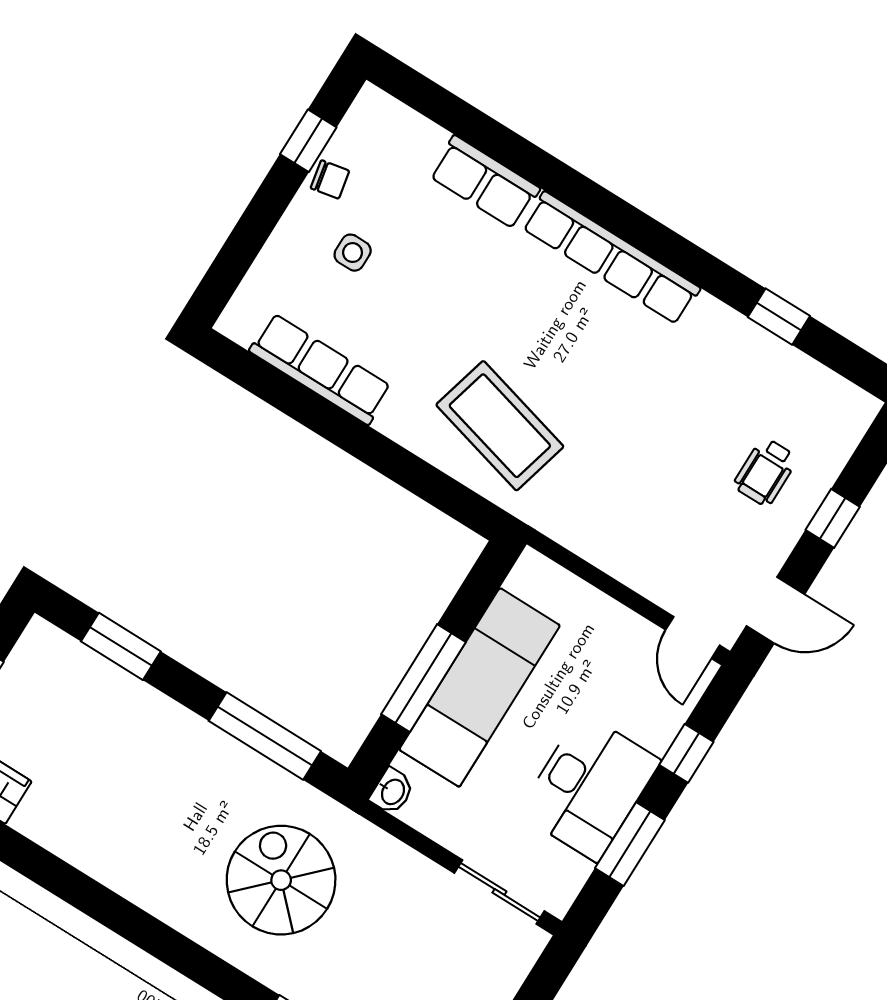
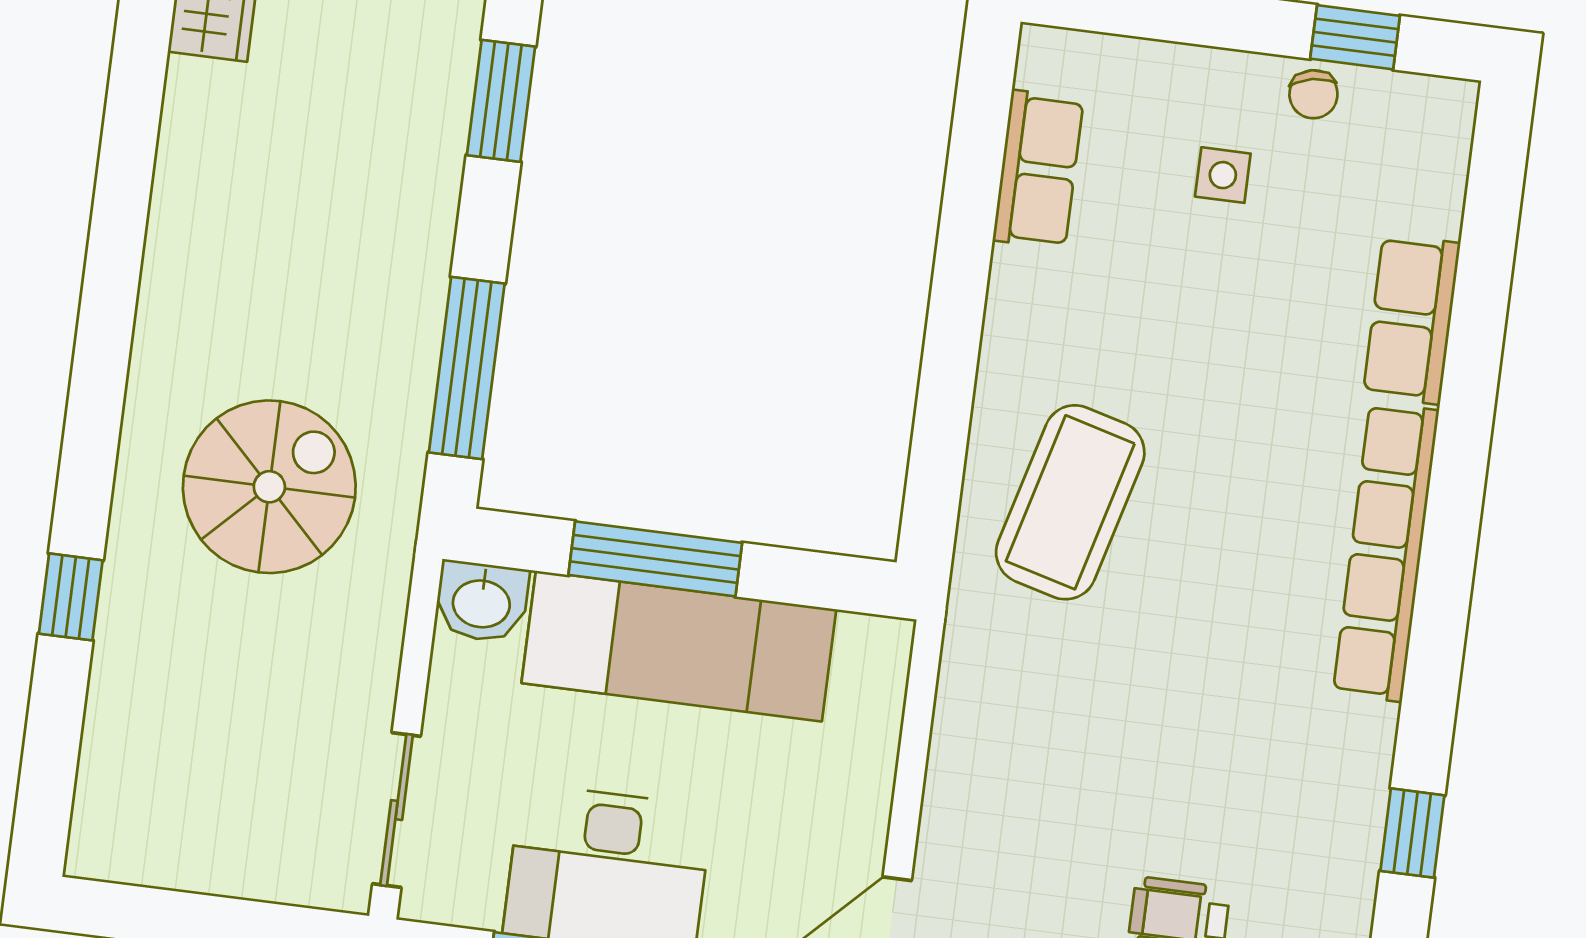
row of seats: (320, 369) -> (1038, 170), width x0.68
washbasin: (392, 791) -> (482, 602), width x1.38, depth x1.45

